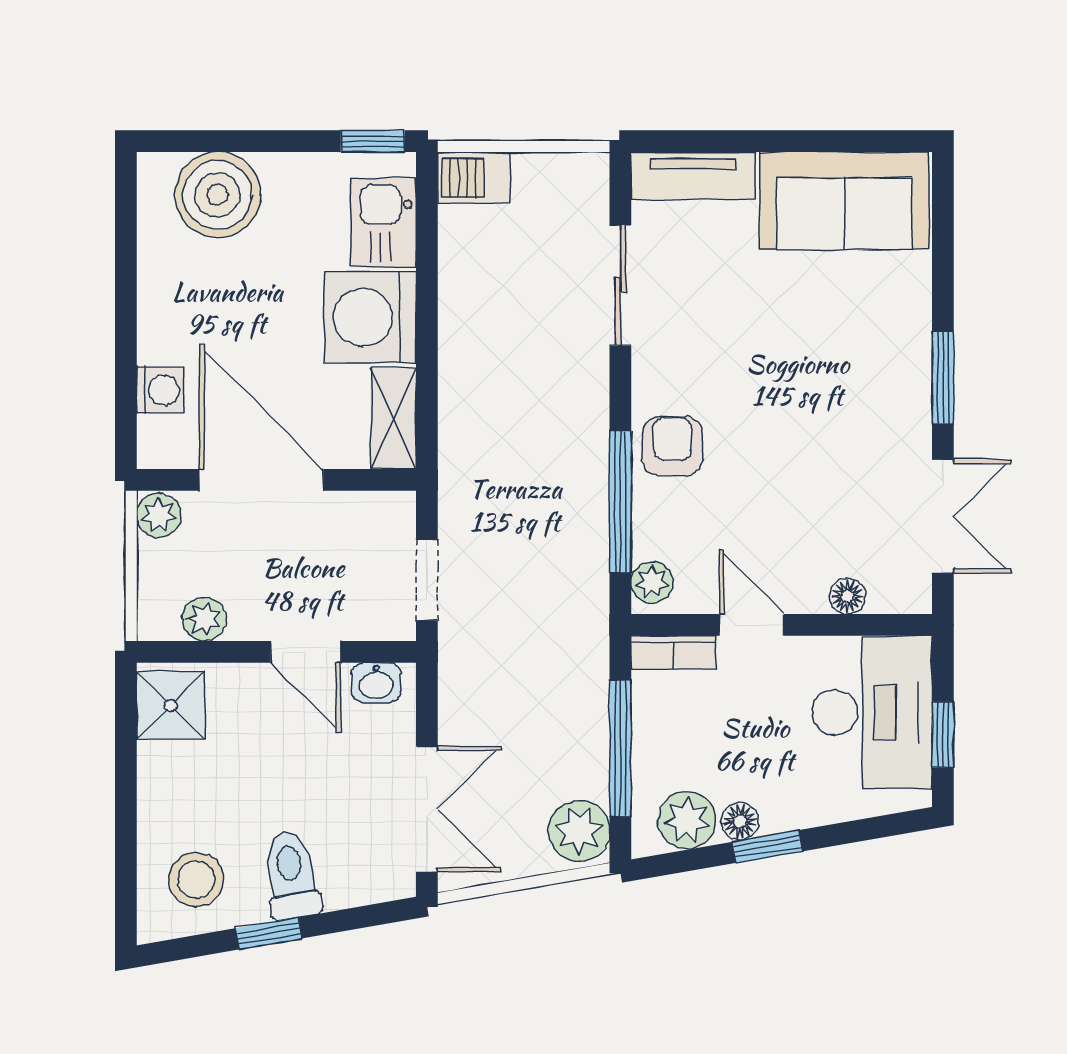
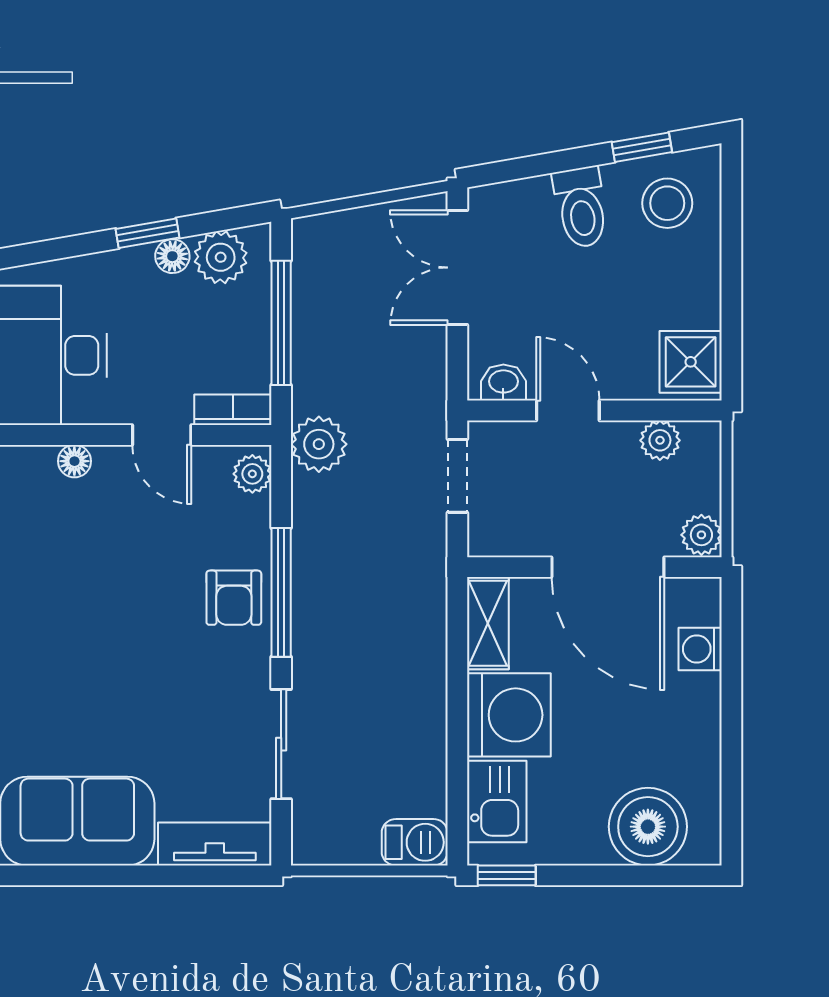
window: (620, 502) -> (281, 592), moved
plant: (579, 831) -> (319, 444), moved
window: (269, 933) -> (642, 147), moved

